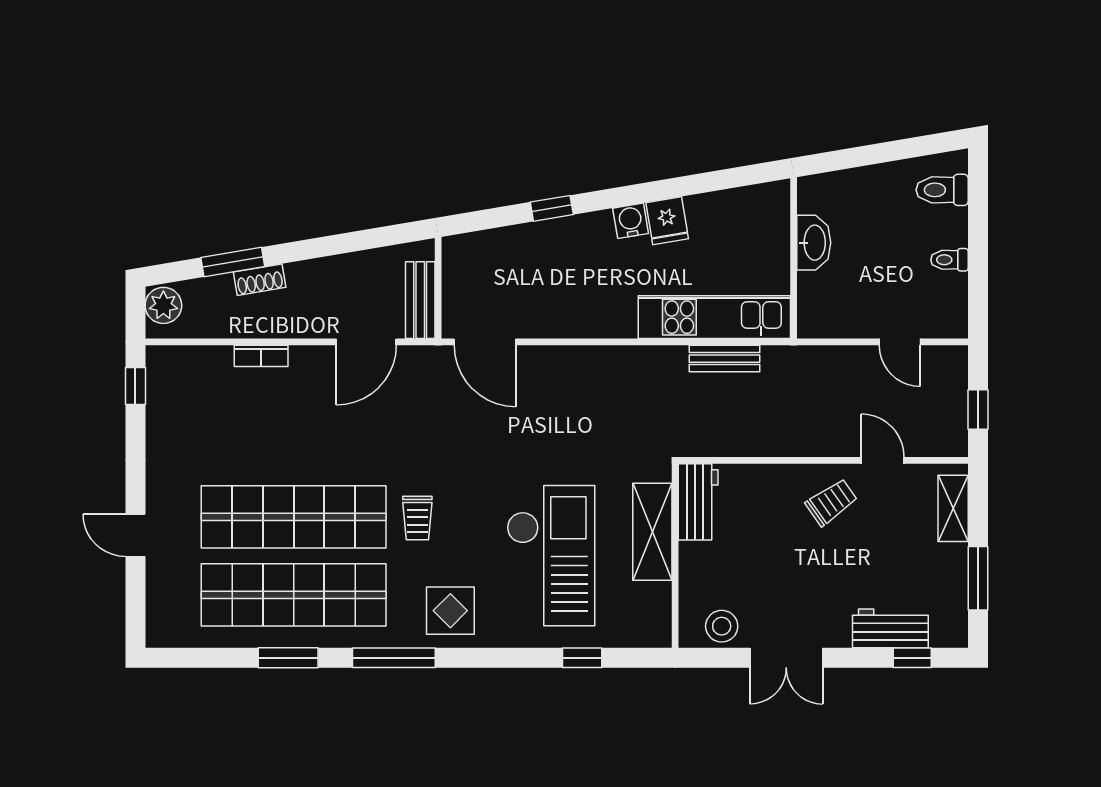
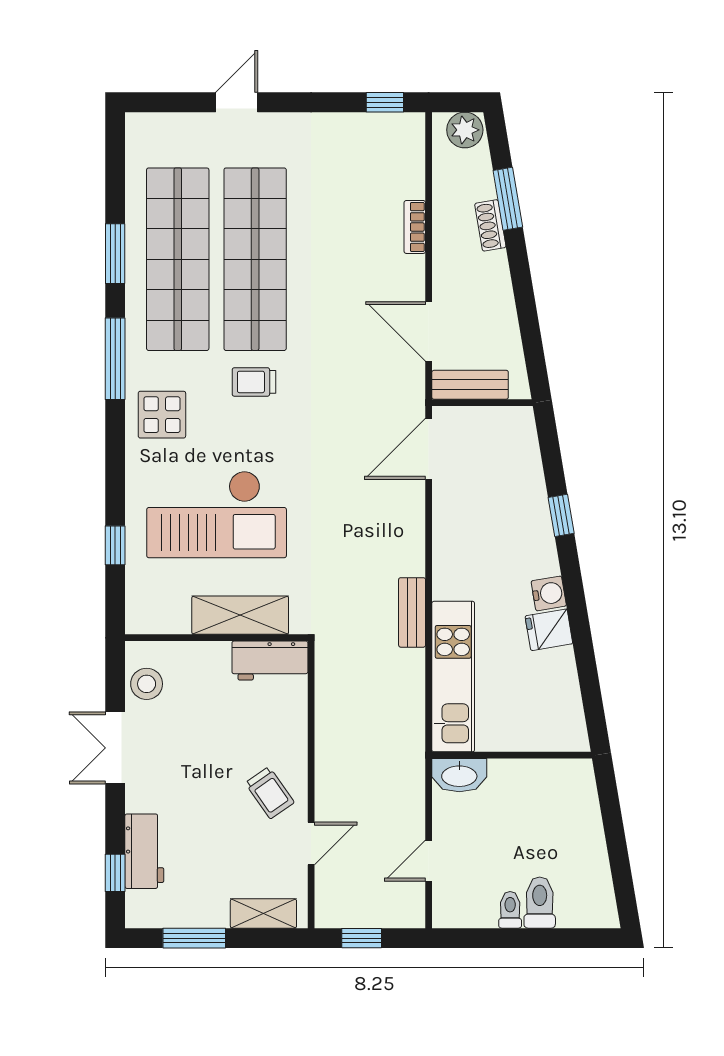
toilet: (942, 190) -> (540, 903), moved
washbasin: (814, 243) -> (459, 775), moved
bench: (724, 359) -> (412, 612), moved

